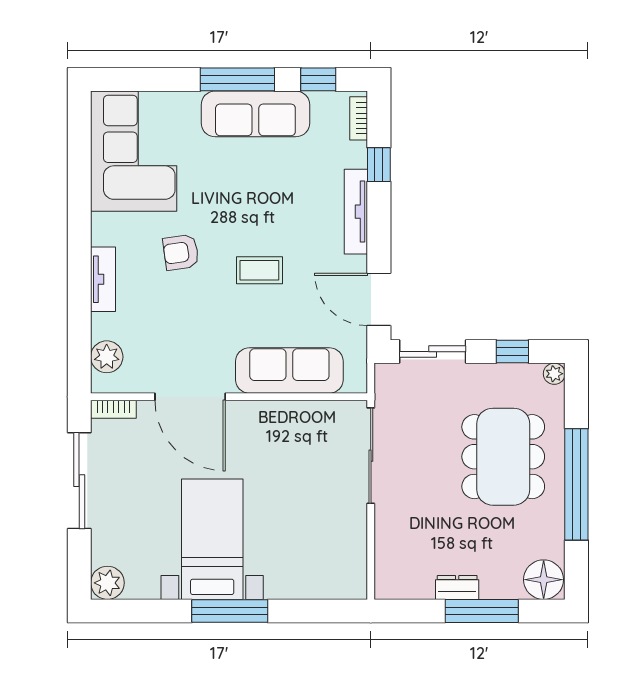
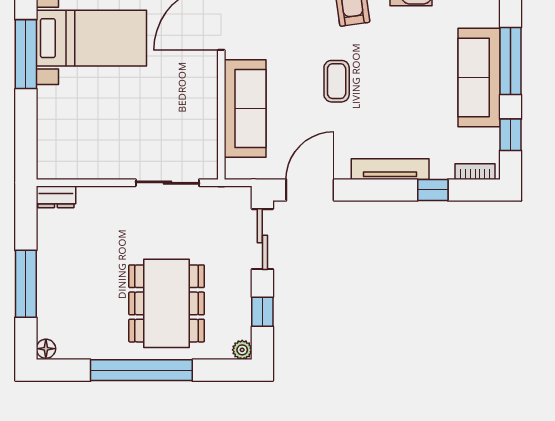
sliding door: (371, 456) -> (167, 183), width x0.73
dining table: (503, 457) -> (167, 303), turned 90
floor lamp: (544, 580) -> (46, 349), width x0.53, depth x0.53
dresser: (457, 587) -> (56, 197), moved, turned 90

